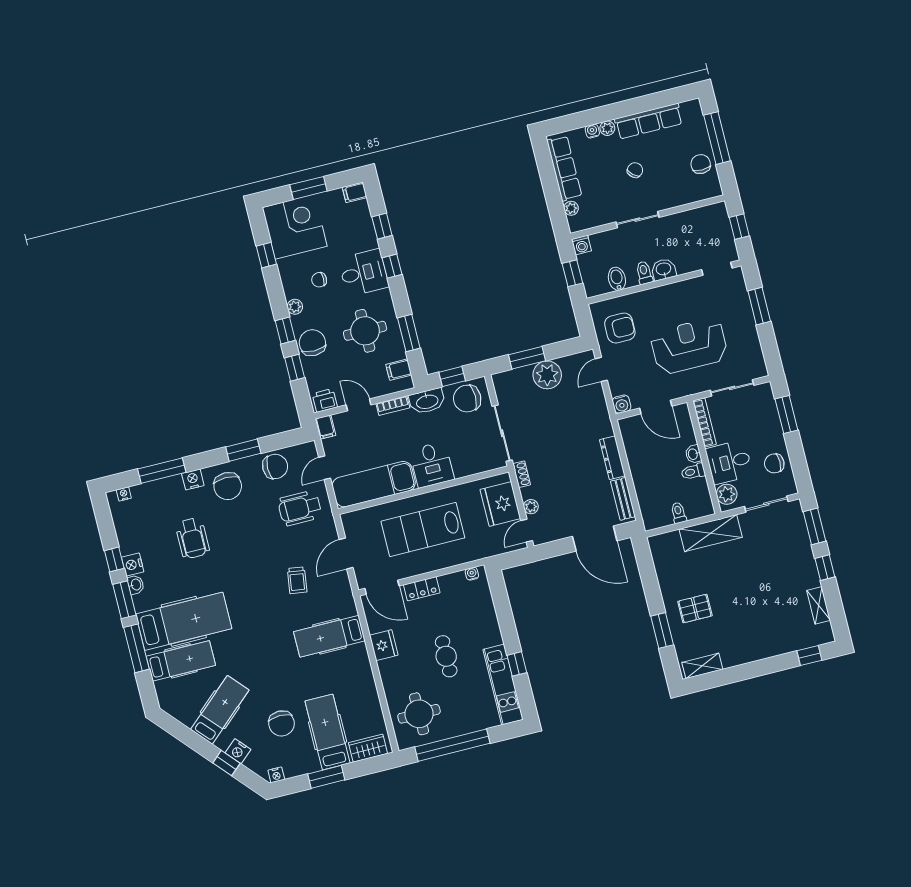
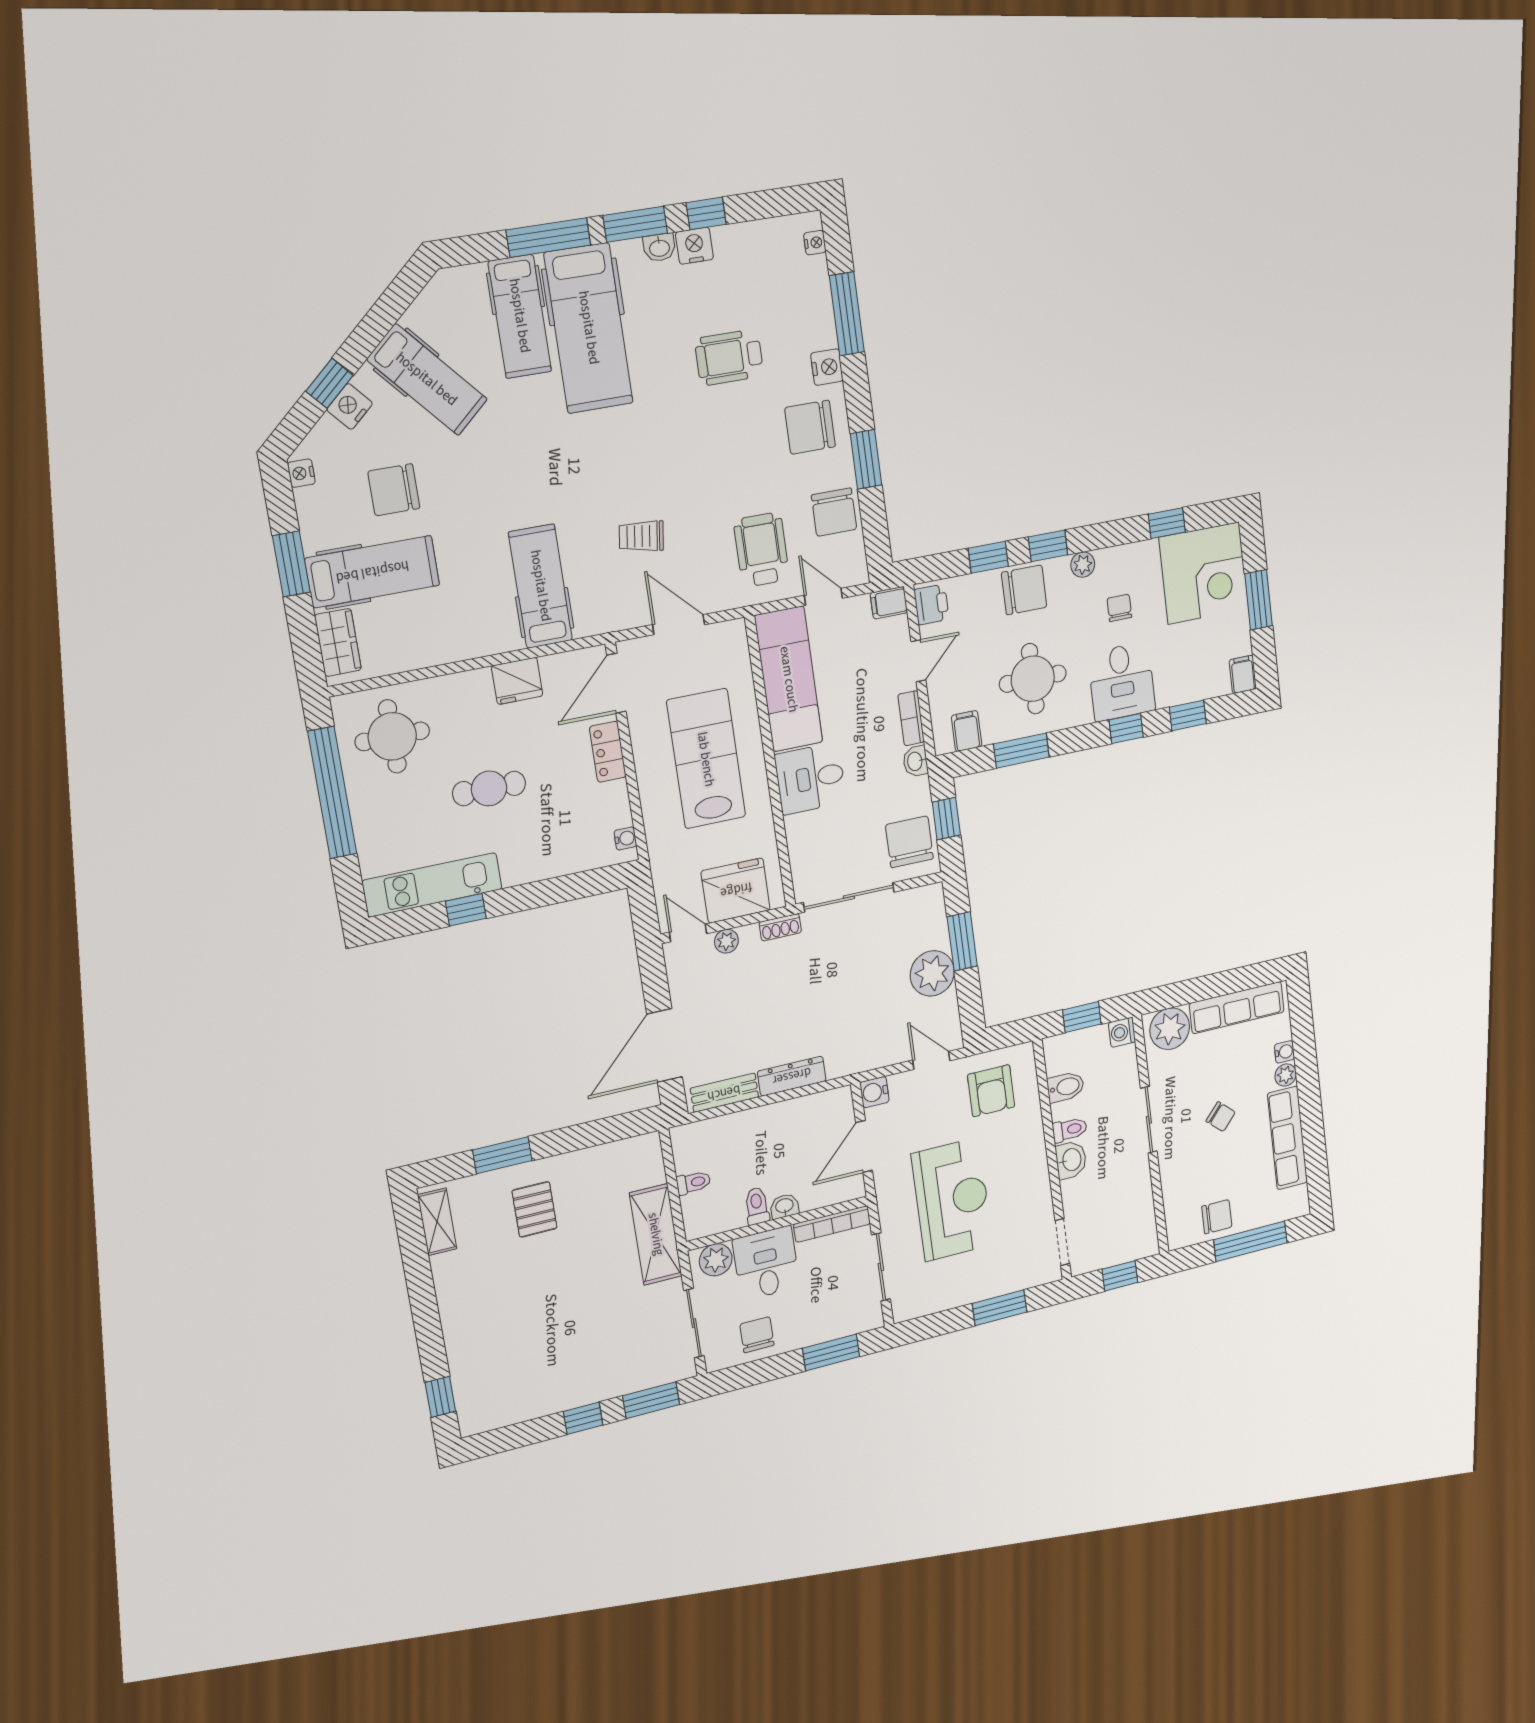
plant: (571, 208) -> (1170, 1029), width x1.88, depth x1.88
washbasin: (427, 401) -> (915, 761), width x0.52, depth x0.69
shelving: (819, 605) -> (522, 1410), removed

